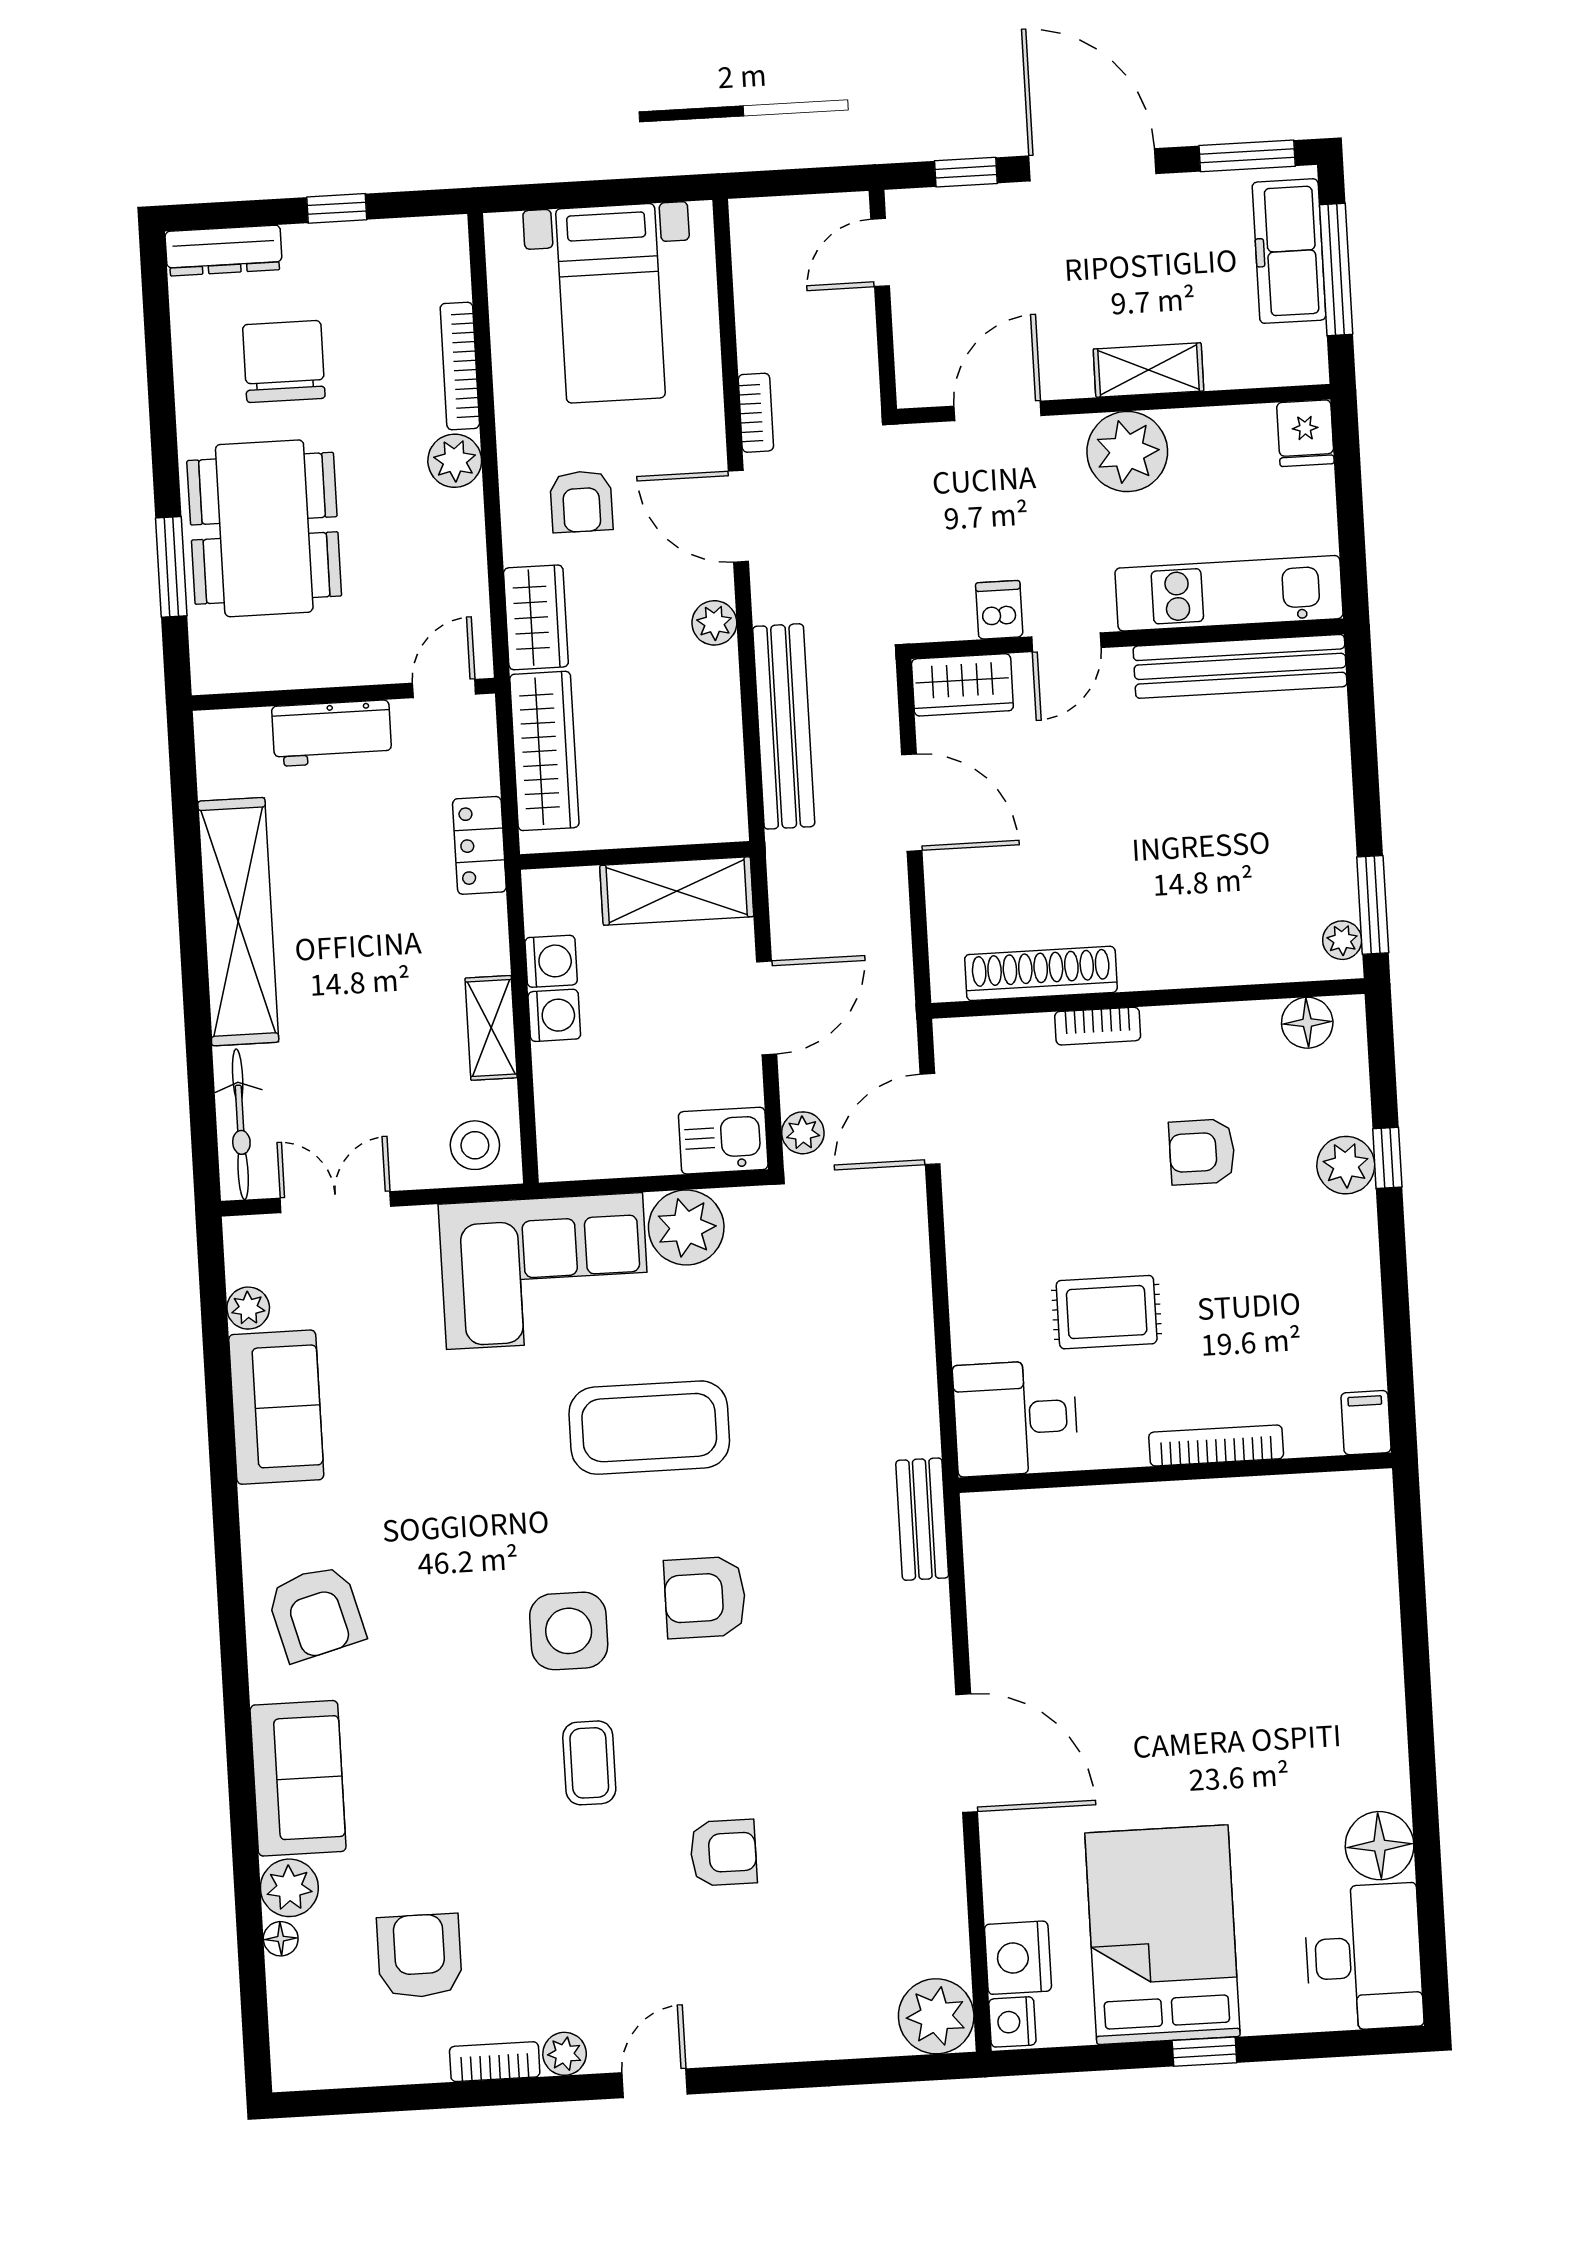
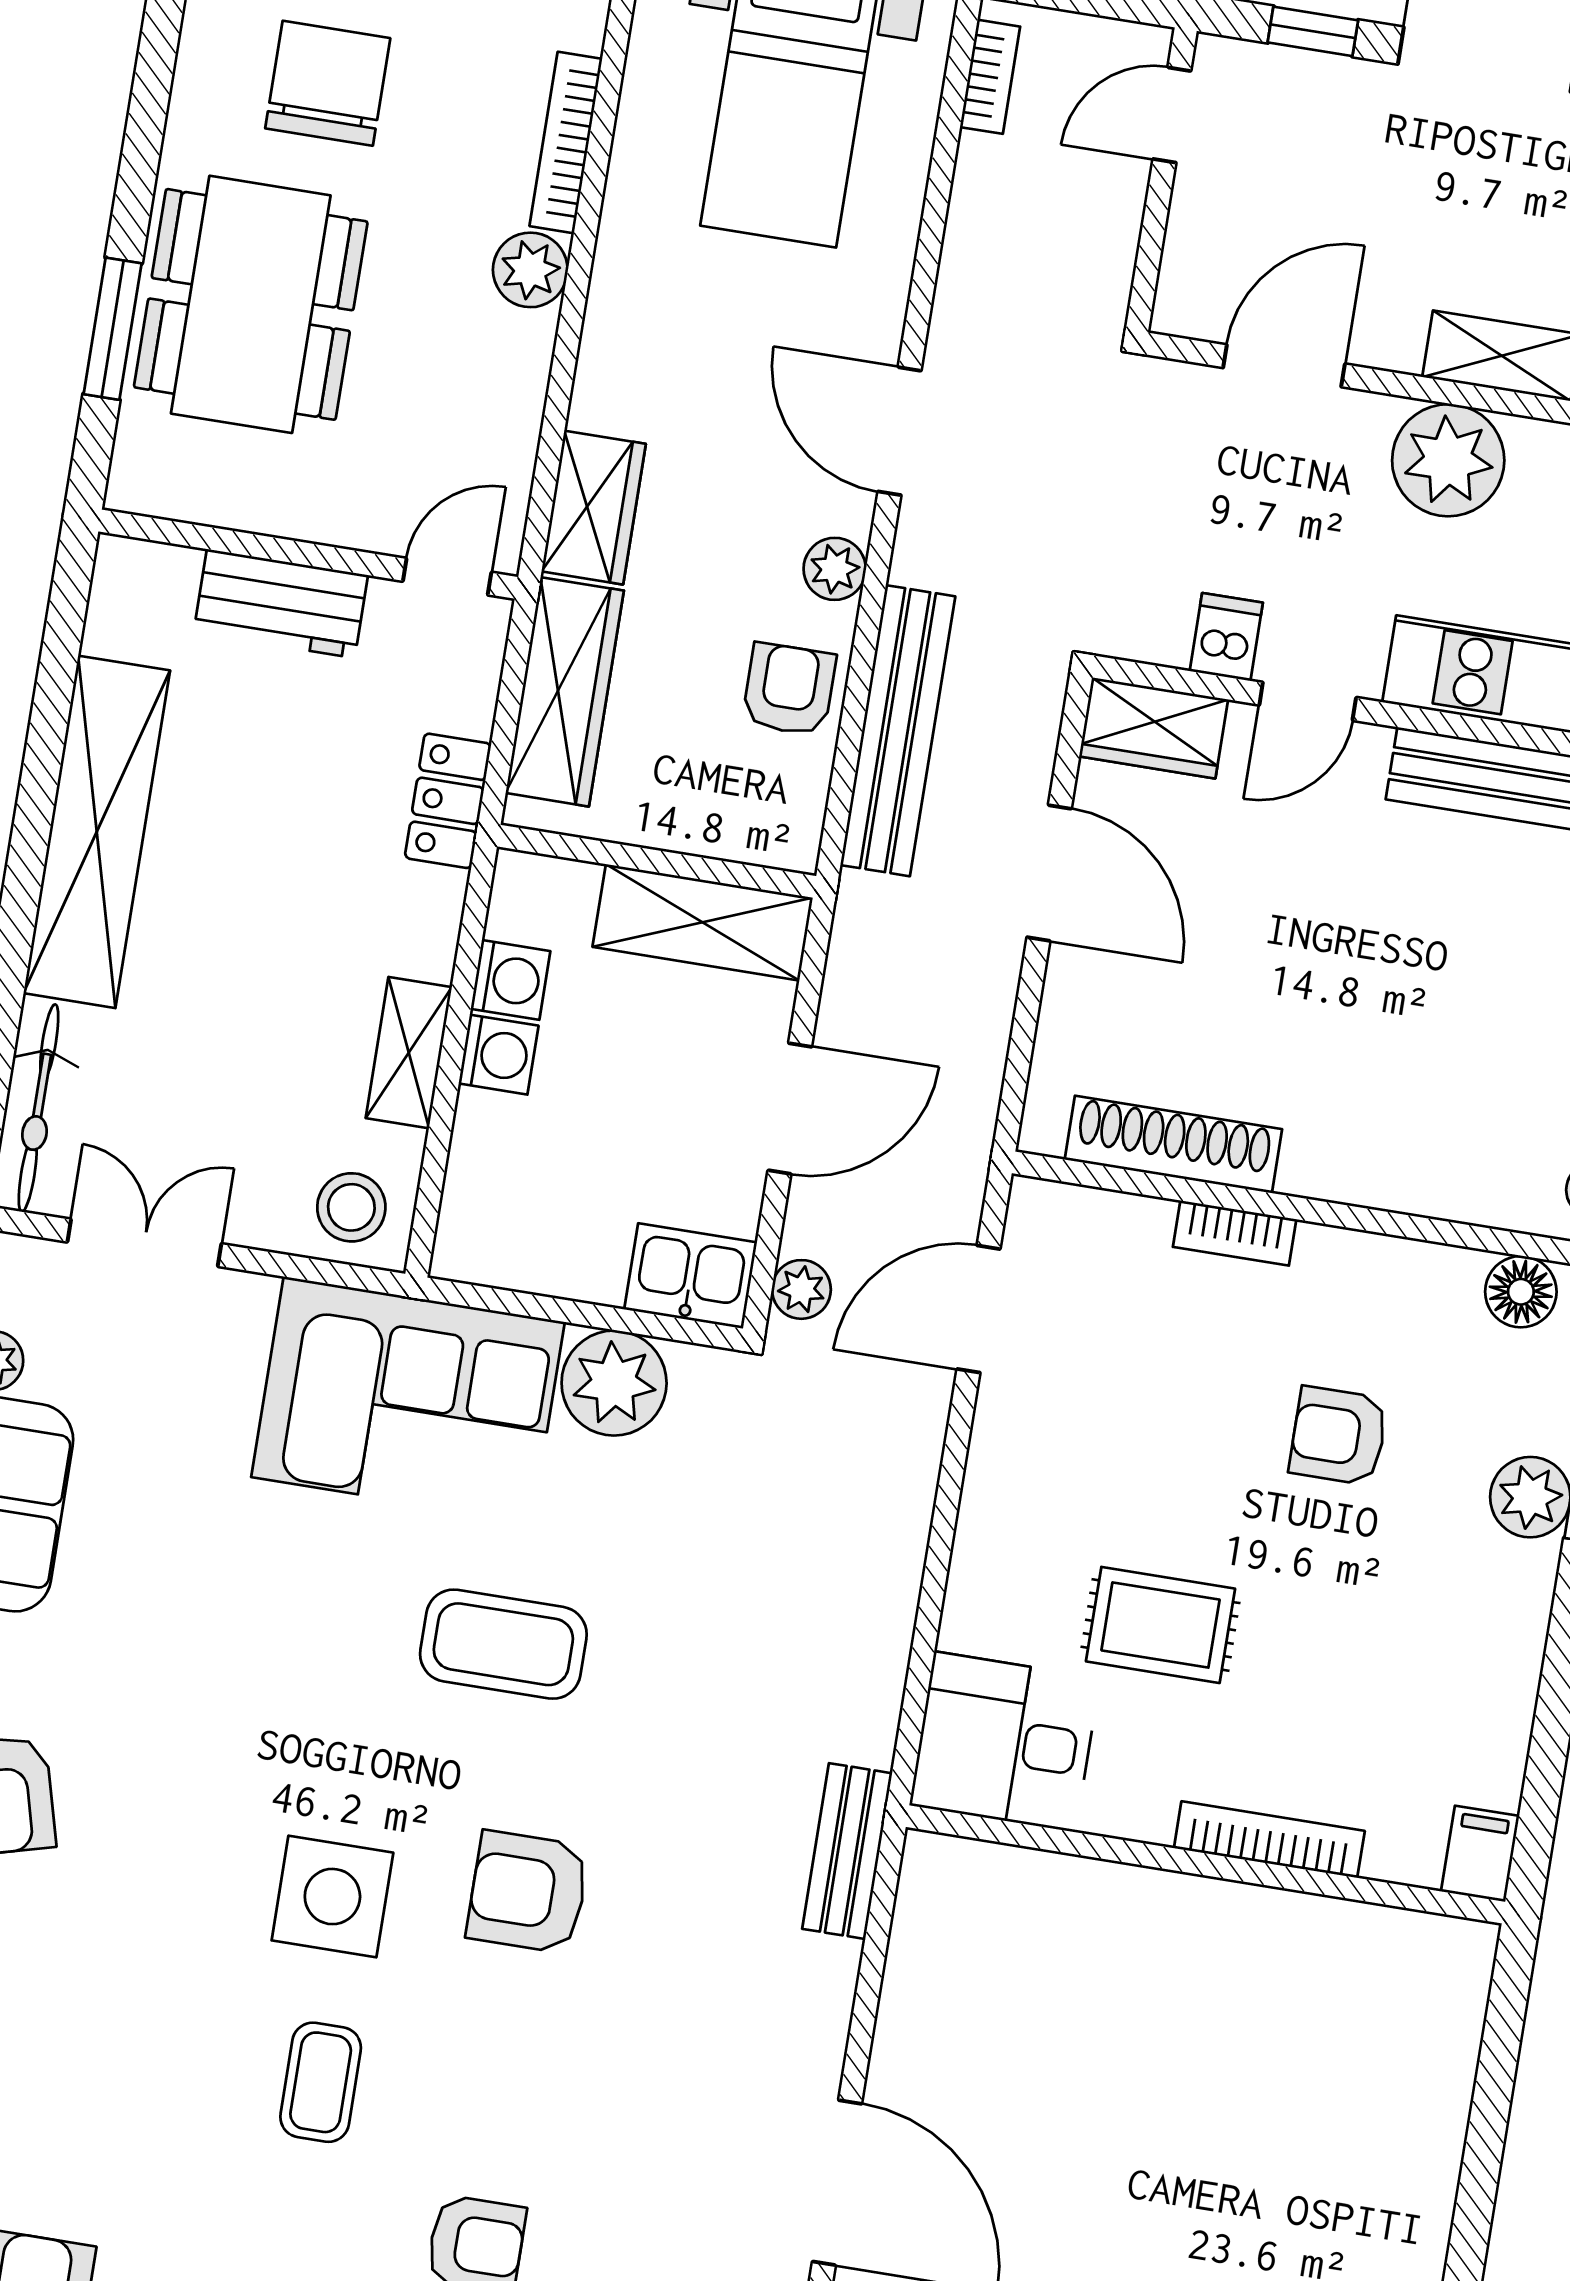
bookcase: (756, 413) -> (990, 77), moved
armchair: (581, 502) -> (789, 689), moved, turned 180
coffee table: (649, 1428) -> (503, 1644), width x0.73, depth x0.76

